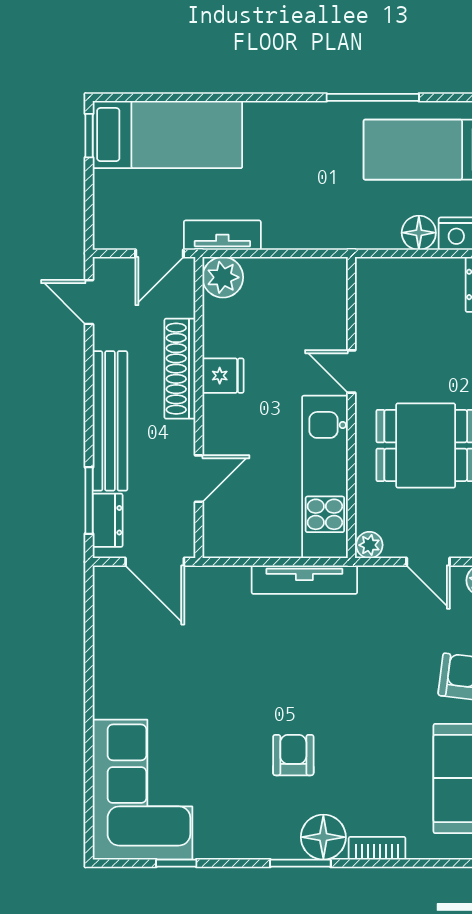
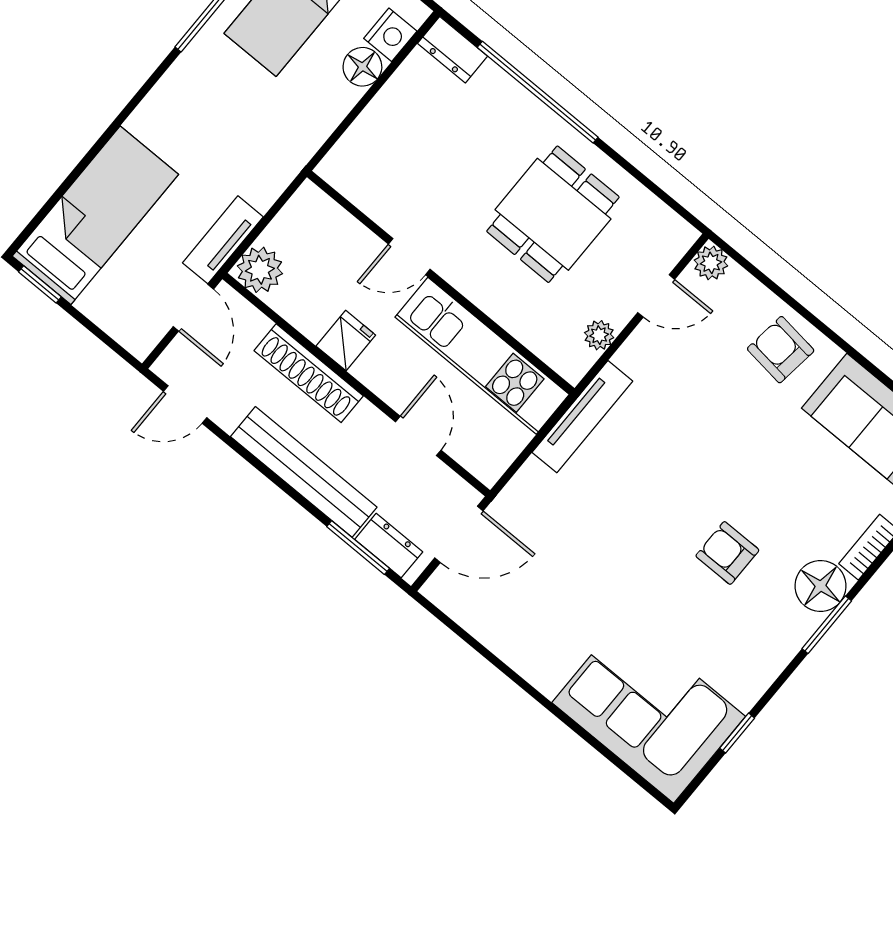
door: (351, 371) -> (409, 257), moved
wall: (351, 408) -> (441, 283), moved
kitchen unit: (325, 477) -> (482, 356), moved

